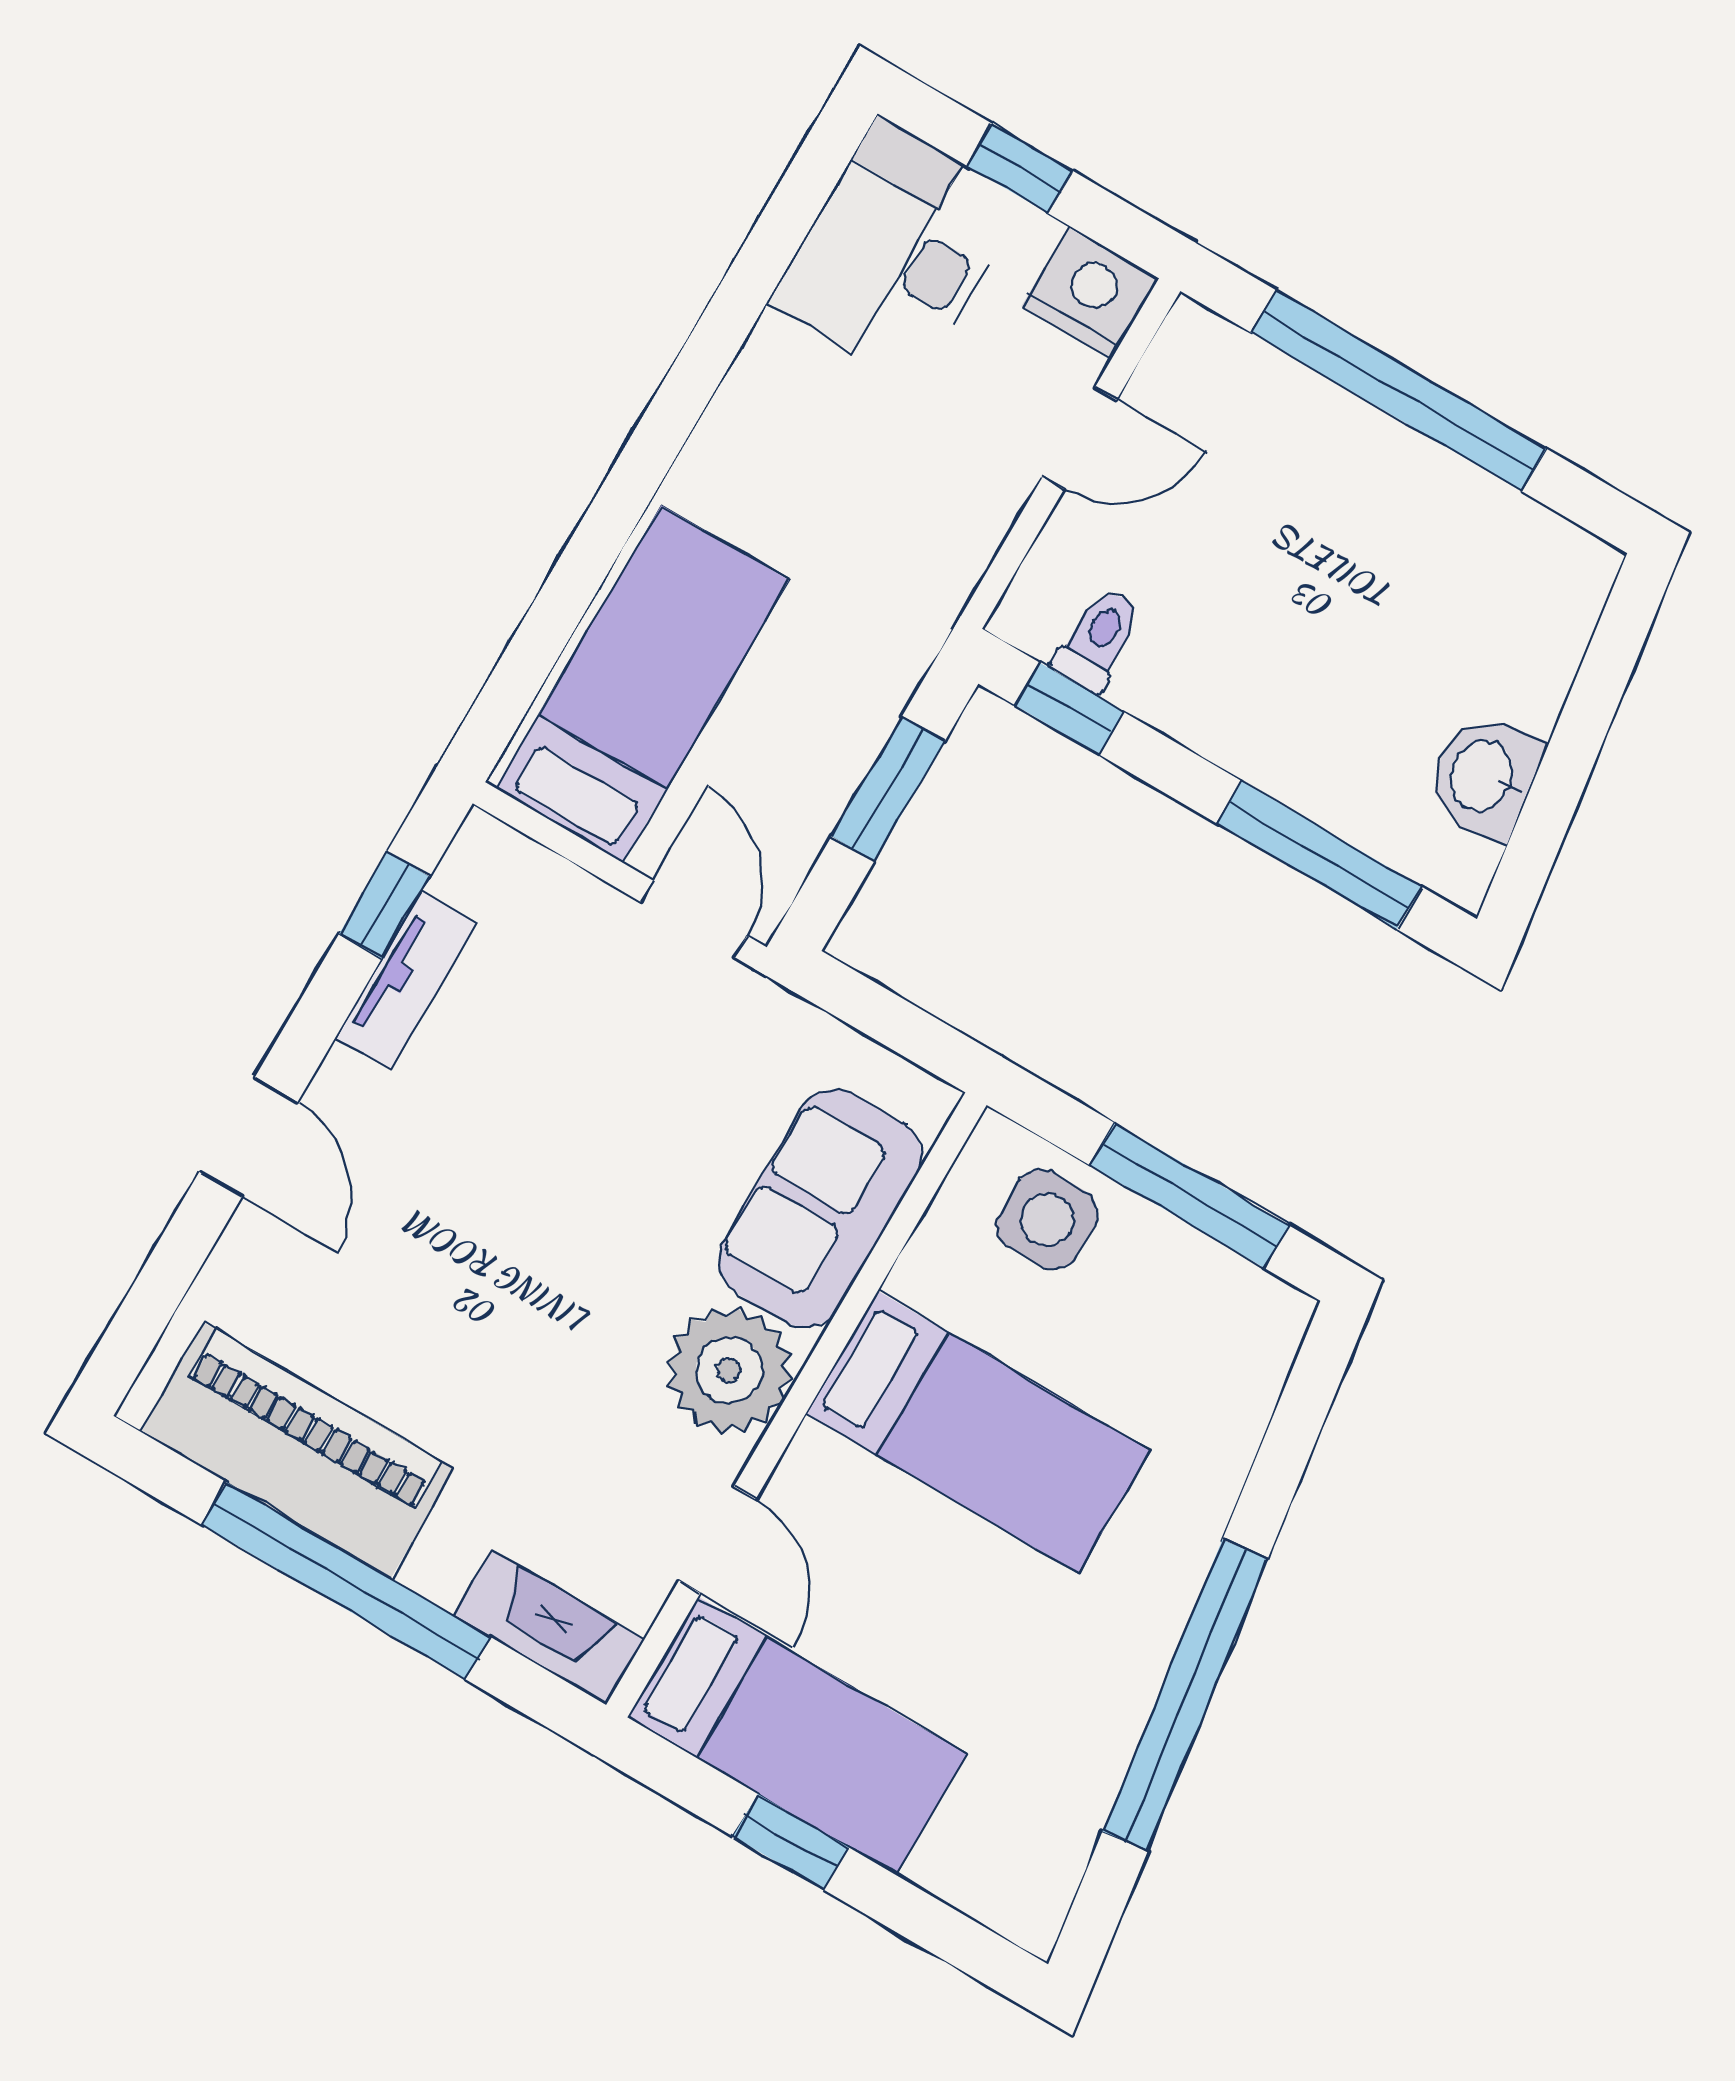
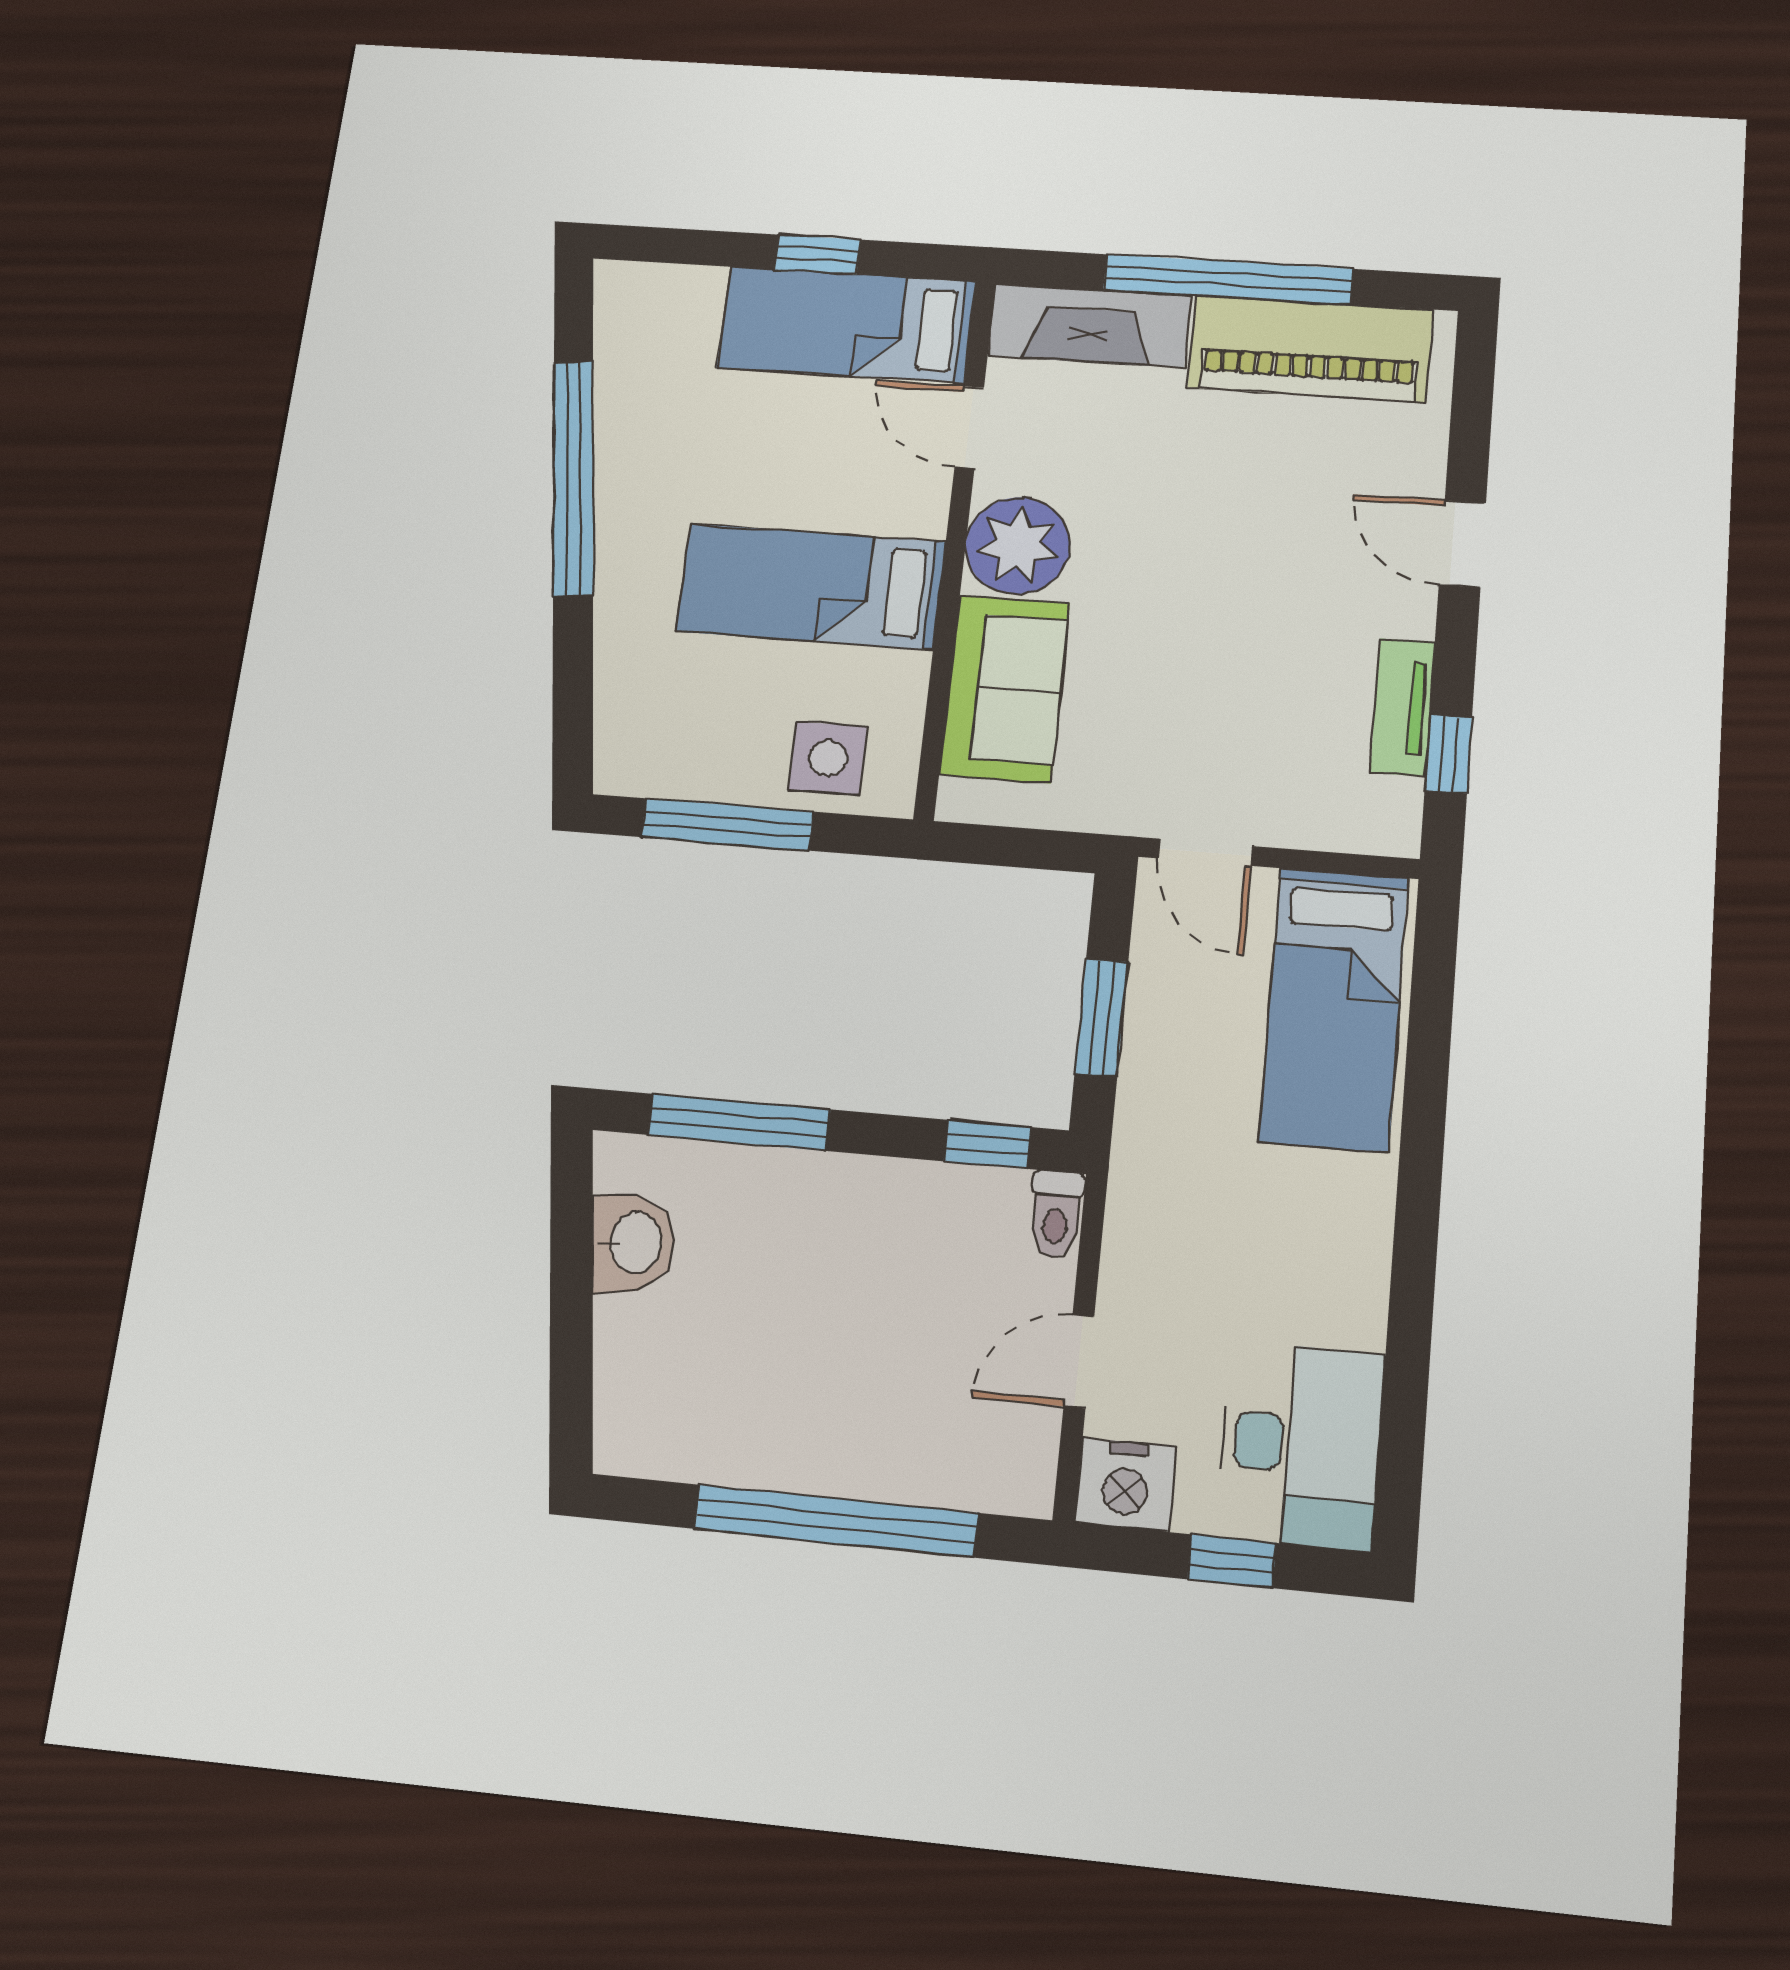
toilet: (1098, 640) -> (1056, 1214), moved
fireplace: (549, 1627) -> (1089, 325), width x1.37, depth x1.32

